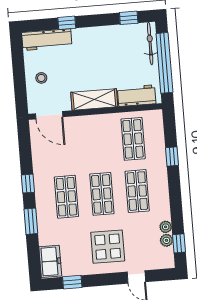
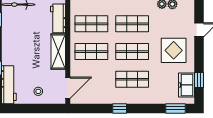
shop shelf: (98, 142) -> (91, 52), added
window: (31, 221) -> (175, 108), moved
freezer: (50, 261) -> (186, 85), moved, turned -90

